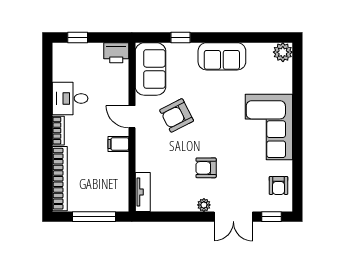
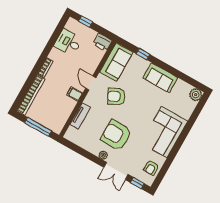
desk: (70, 98) -> (68, 42), moved
armchair: (206, 168) -> (116, 135), width x1.88, depth x1.88
tv unit: (143, 192) -> (80, 116), moved

